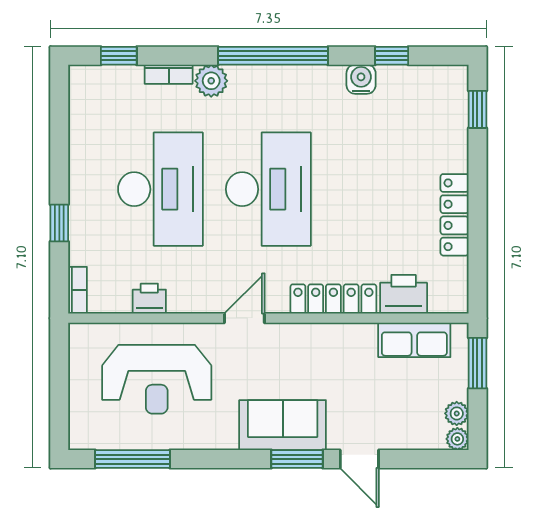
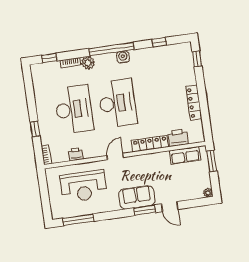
water cooler: (361, 79) -> (123, 57), moved
plant: (457, 413) -> (206, 183), removed

